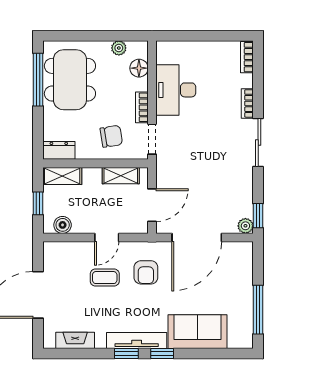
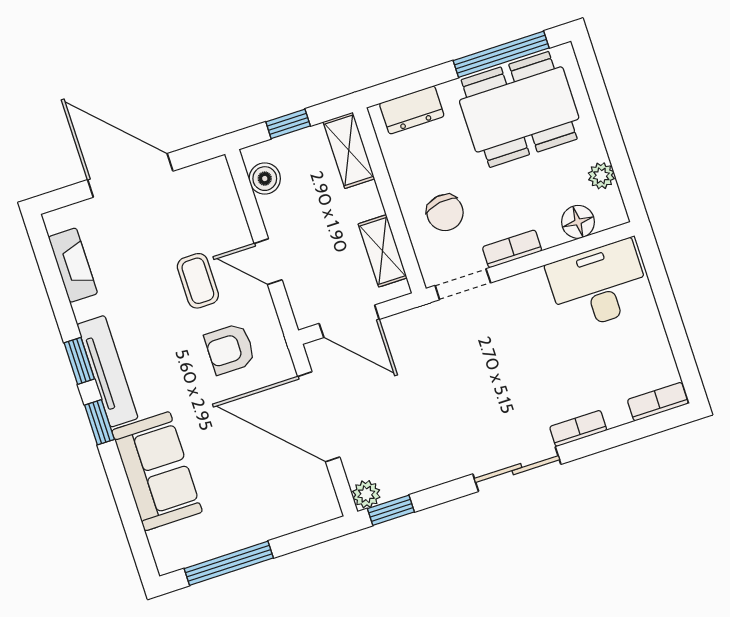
desk: (176, 90) -> (599, 285), moved
dresser: (59, 150) -> (412, 110), moved, turned 90

